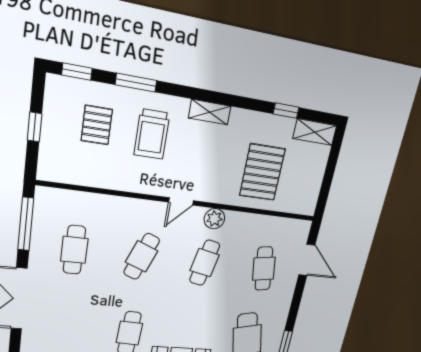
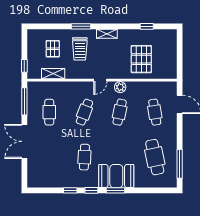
window: (77, 72) -> (41, 26), removed
window: (136, 83) -> (81, 26), moved
window: (35, 127) -> (24, 66), moved
shelving: (315, 132) -> (53, 74), moved

